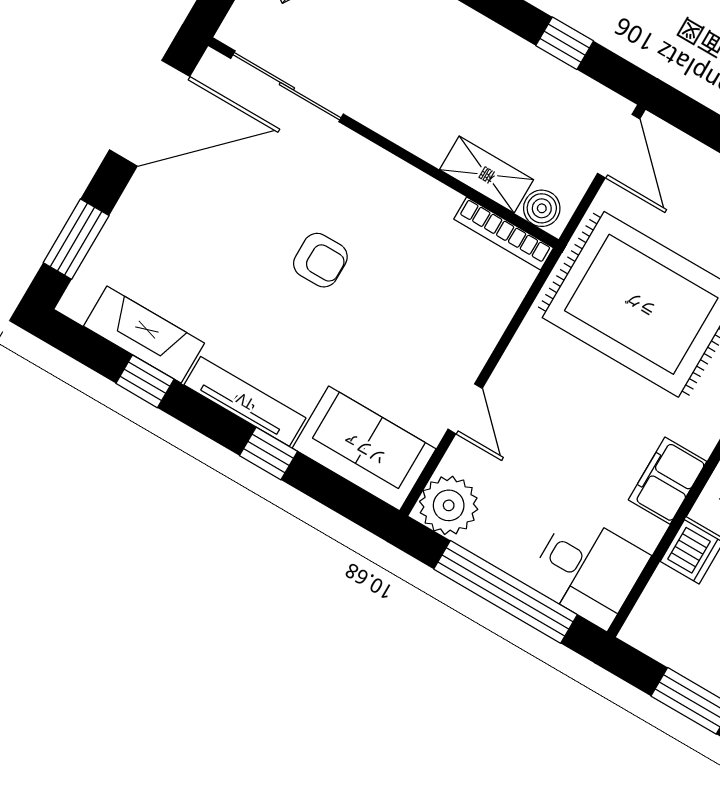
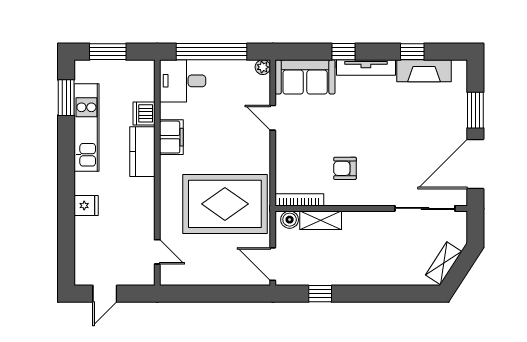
window: (76, 239) -> (475, 110), moved
armchair: (320, 260) -> (345, 168), moved
plant: (449, 505) -> (263, 67), width x0.53, depth x0.53

